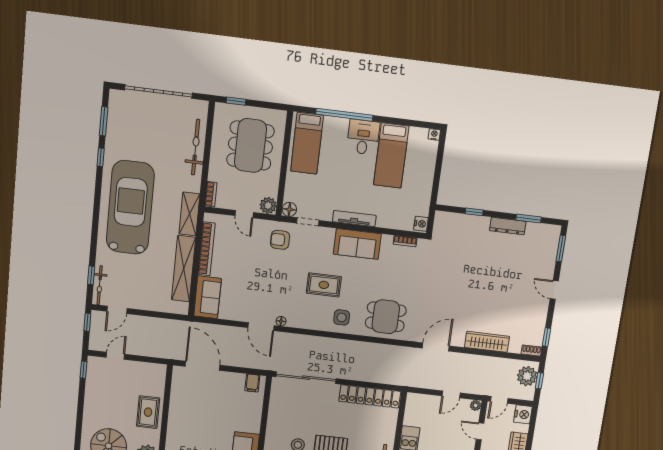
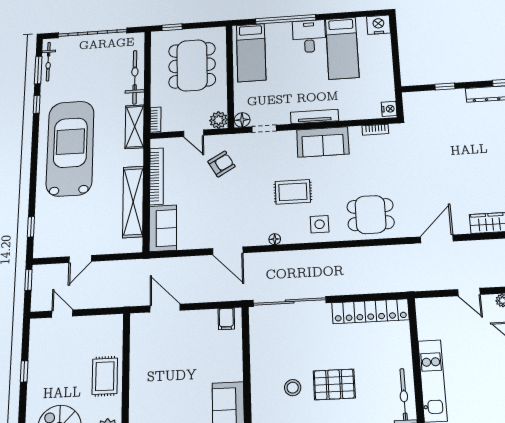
nightstand: (434, 134) -> (379, 25), width x1.89, depth x1.79
shelving: (189, 214) -> (135, 127), moved
armchair: (280, 240) -> (222, 164), moved, turned 150
bicycle: (100, 285) -> (48, 62), moved
door: (117, 310) -> (80, 259), moved
floor lamp: (281, 321) -> (275, 239), moved
door: (115, 356) -> (62, 314), hinge flipped
door: (203, 366) -> (165, 308), width x0.73
window: (84, 370) -> (24, 371), moved
door: (451, 394) -> (469, 292), hinge flipped

